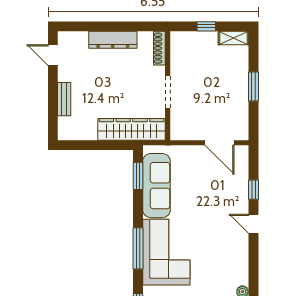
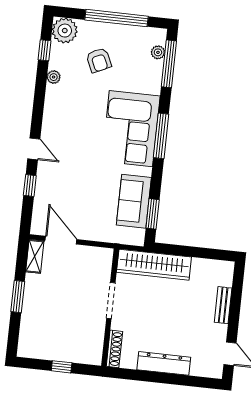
shelving: (234, 38) -> (35, 256), moved, turned 90
sofa: (156, 186) -> (134, 201), width x0.73

